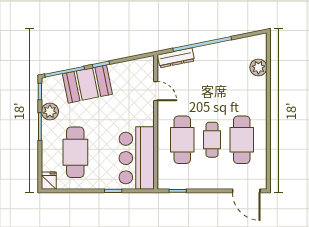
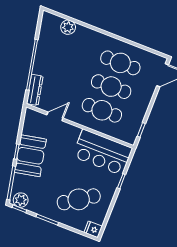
booth: (87, 84) -> (30, 156), moved
plant: (50, 112) -> (21, 200), moved
cafe table: (212, 140) -> (111, 87), width x1.37, depth x1.35
cafe table: (75, 152) -> (79, 199), turned -34

